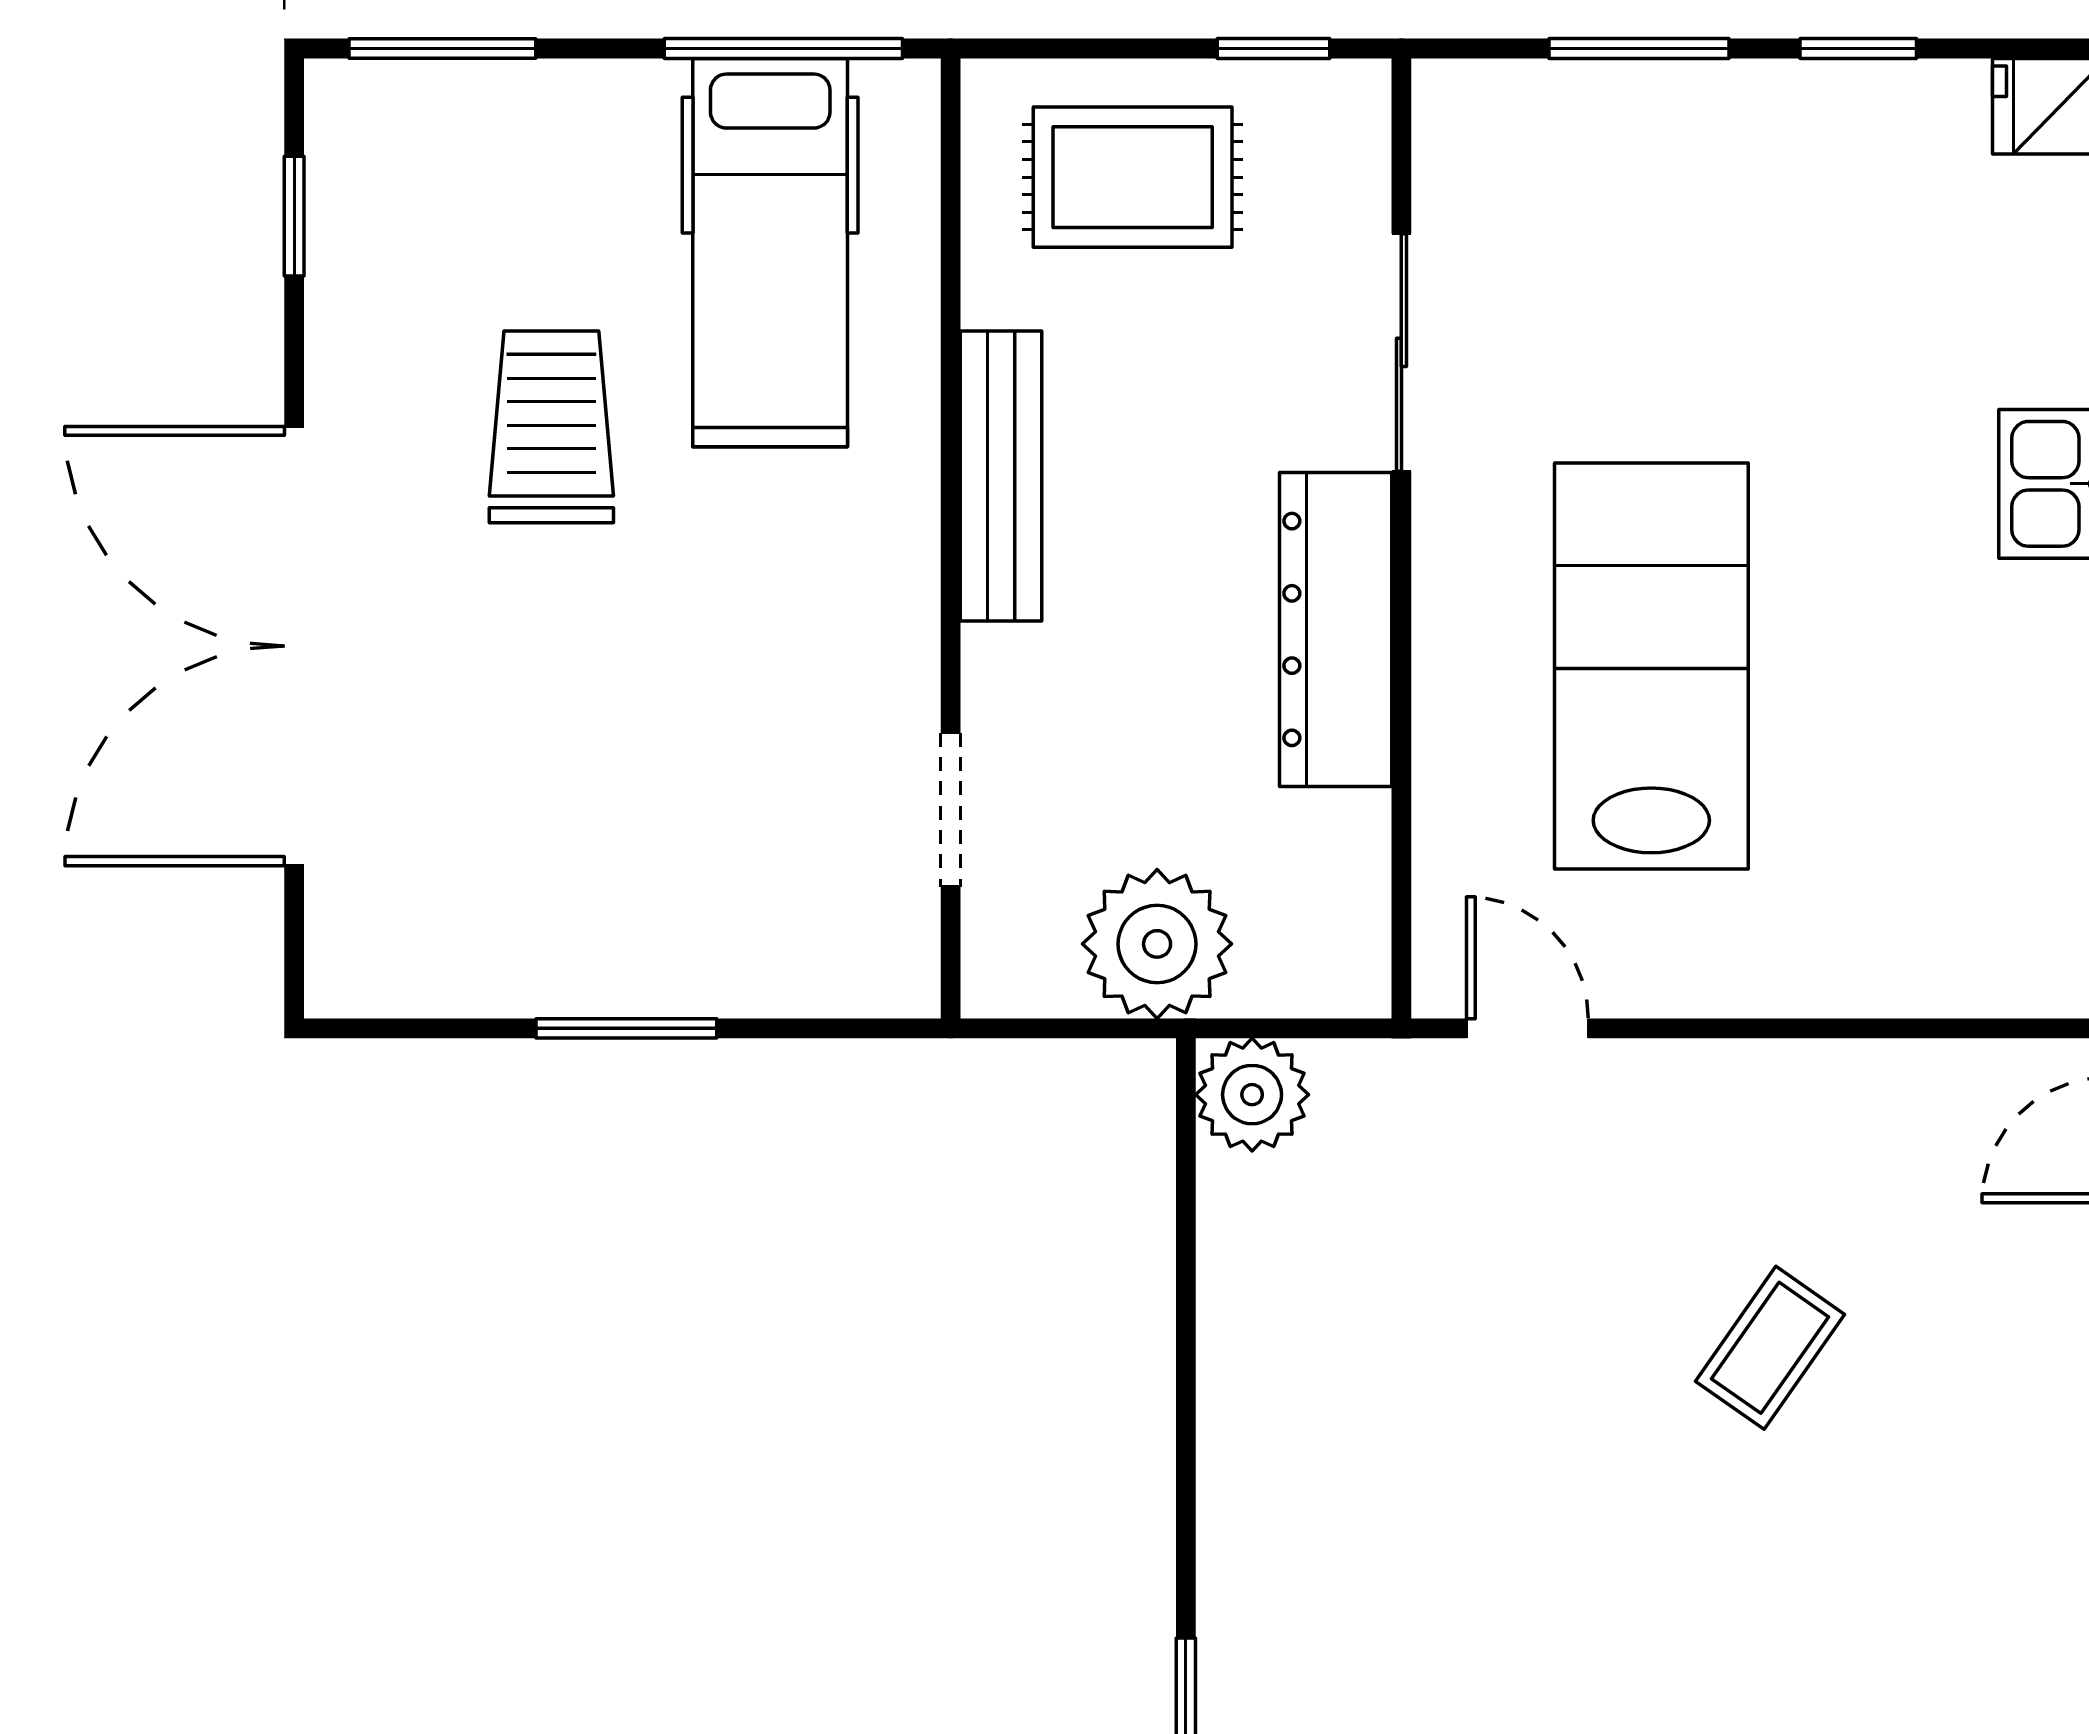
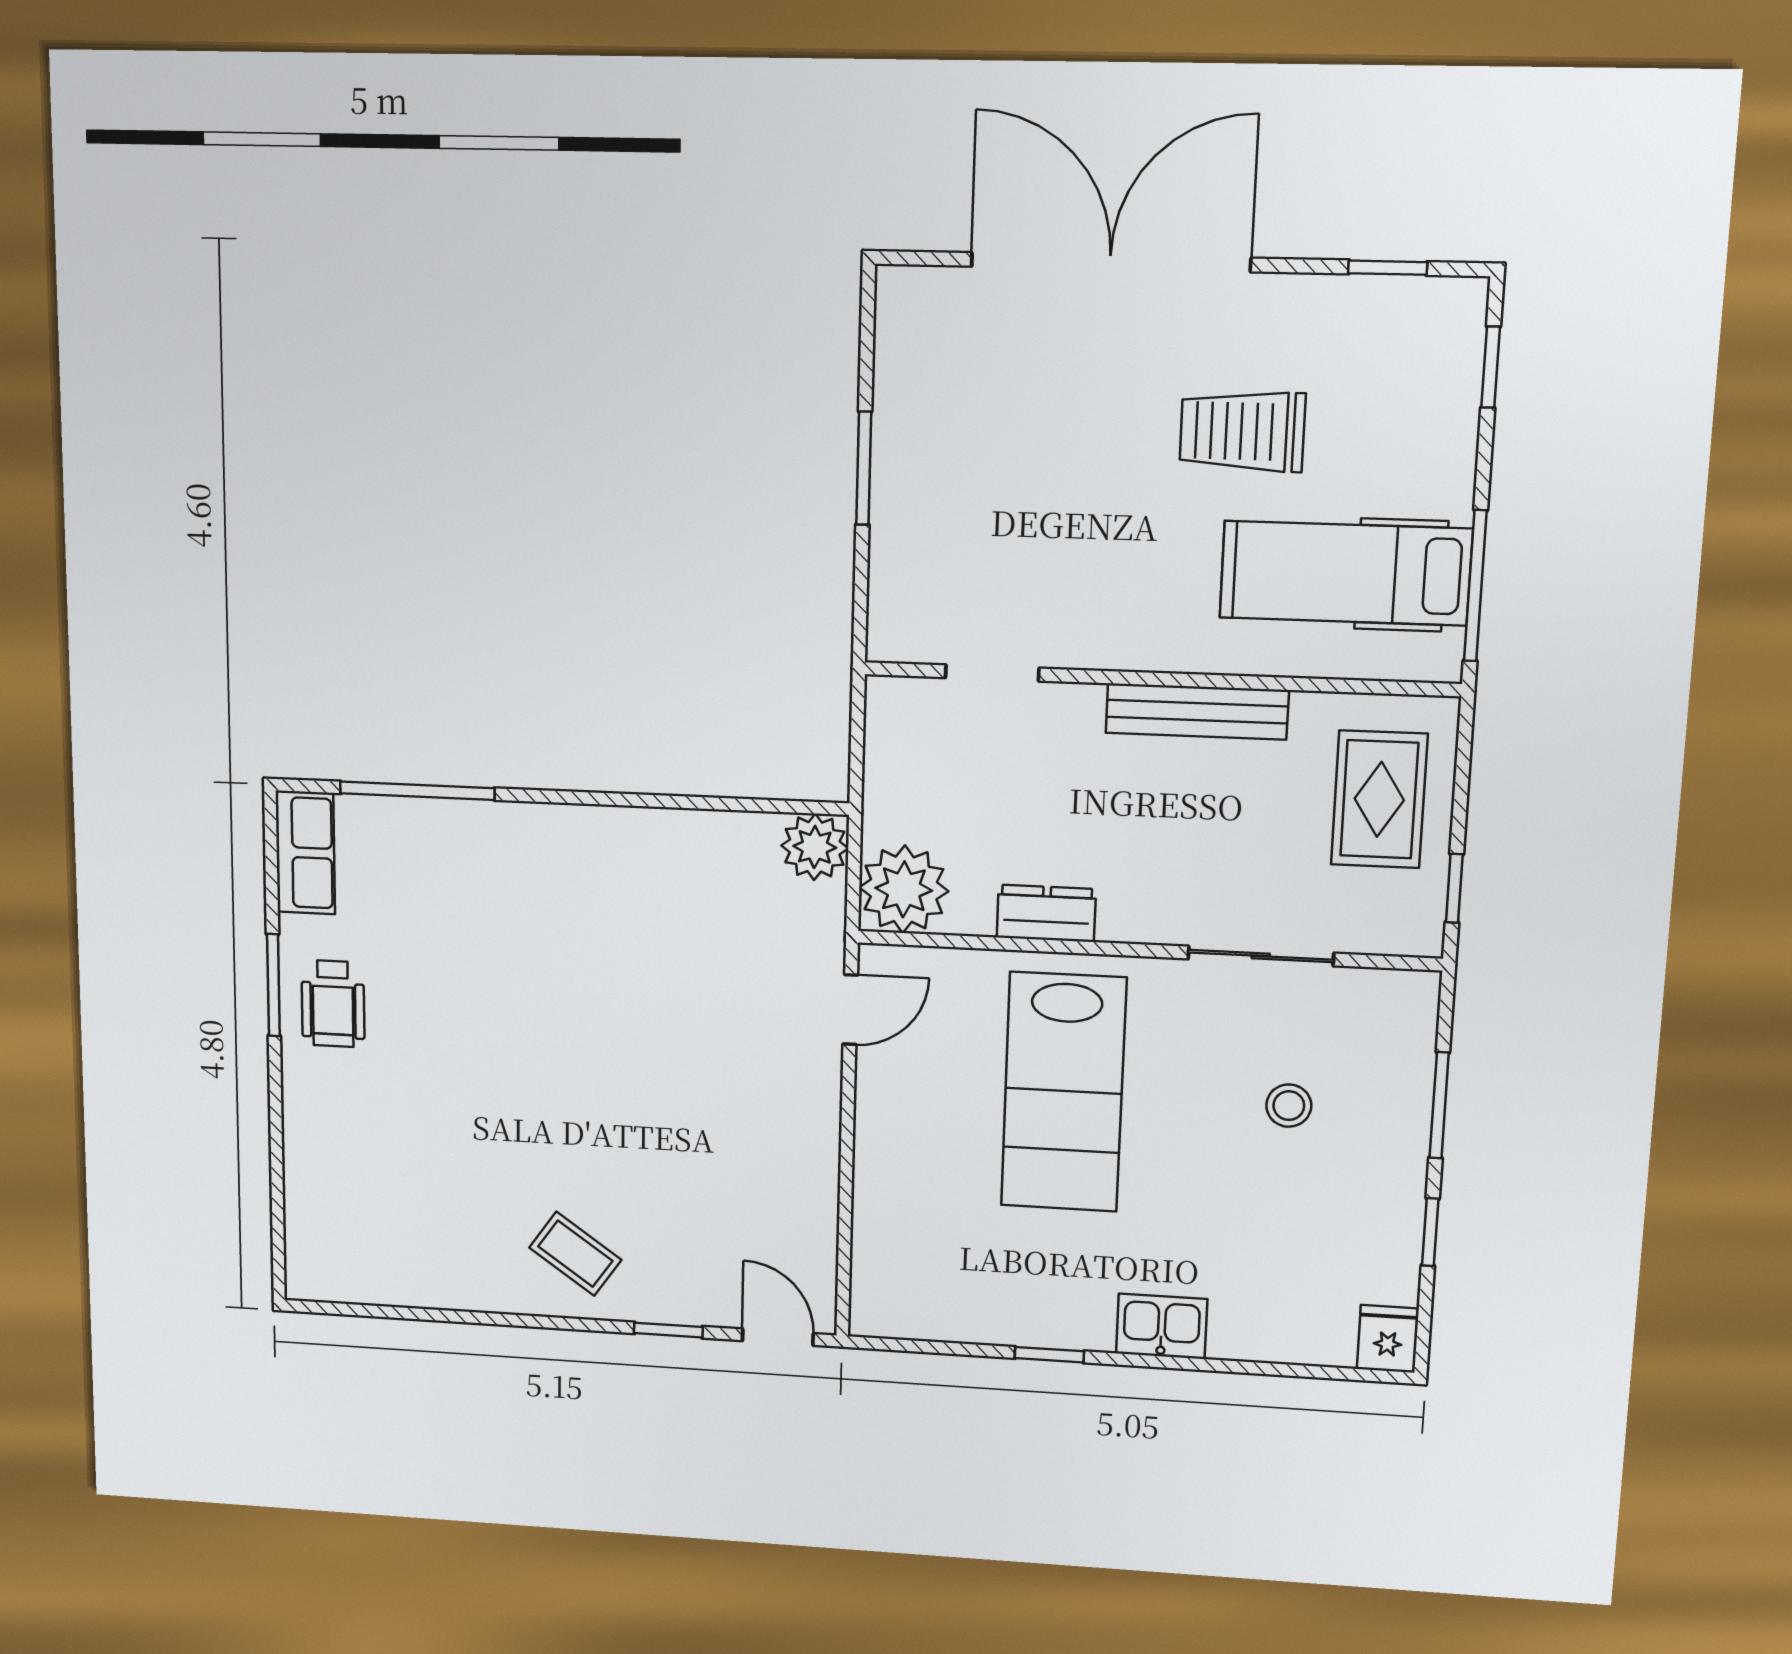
window: (442, 48) -> (1491, 367), width x0.67
stool: (1653, 293) -> (1289, 1106), added
trolley: (551, 427) -> (1242, 431), turned 180
dresser: (1336, 629) -> (1046, 913), width x0.51, depth x0.80
lab bench: (1651, 666) -> (1063, 1092), turned 90
plant: (1157, 944) -> (904, 889), moved
coffee table: (1770, 1348) -> (575, 1254), moved

